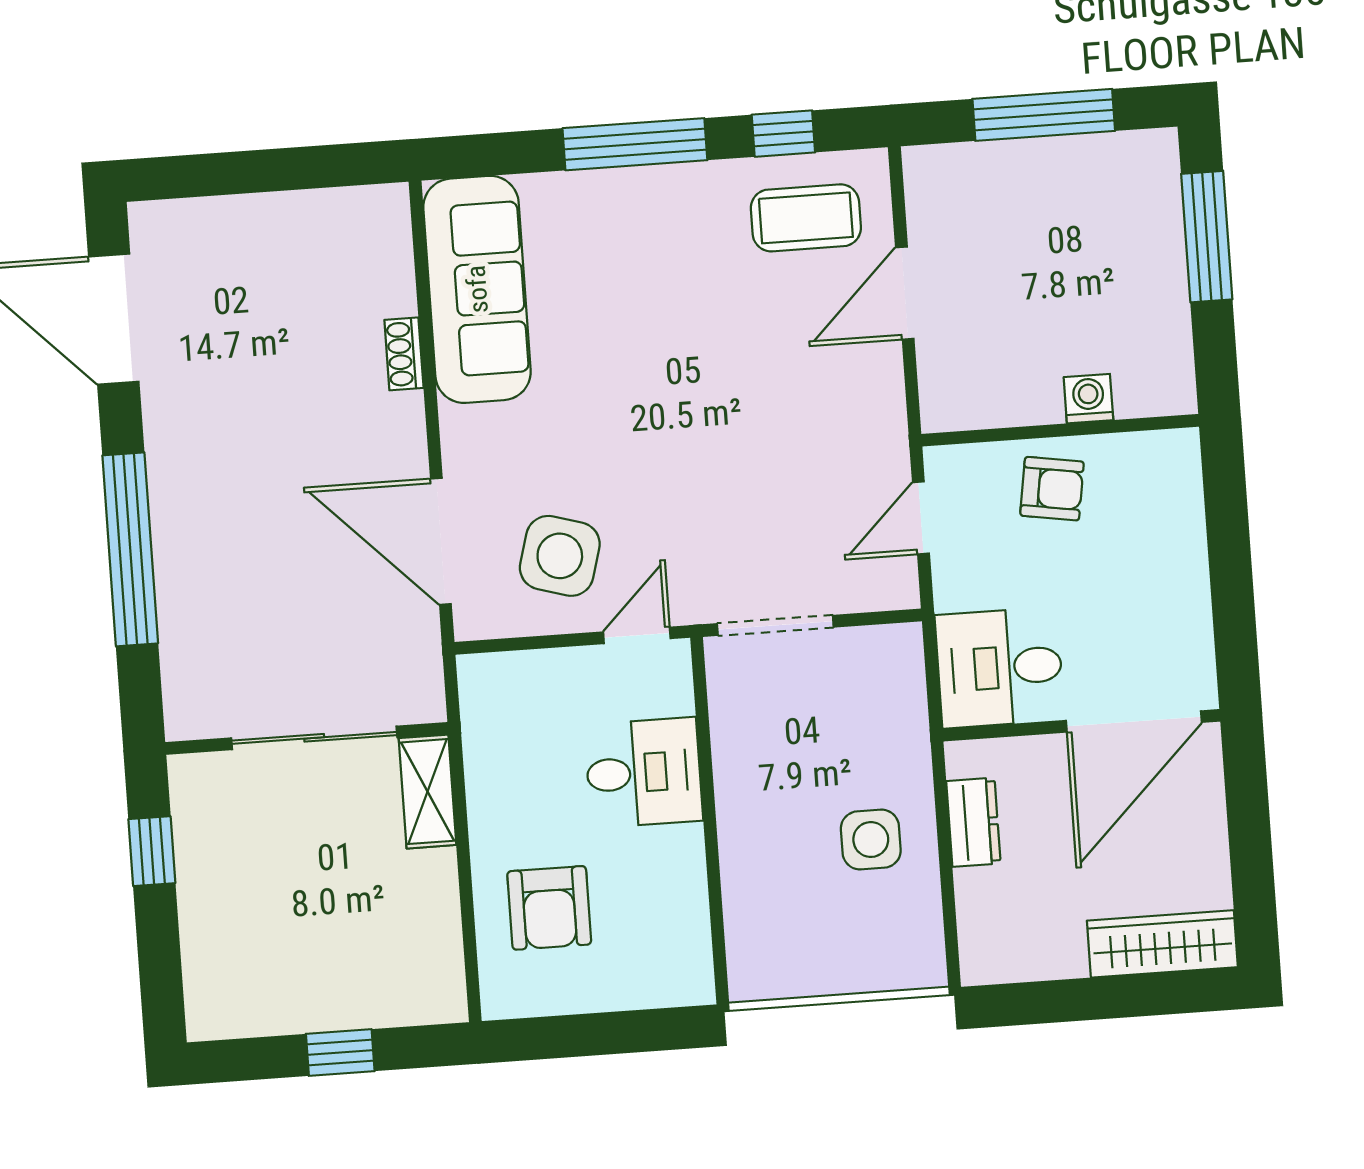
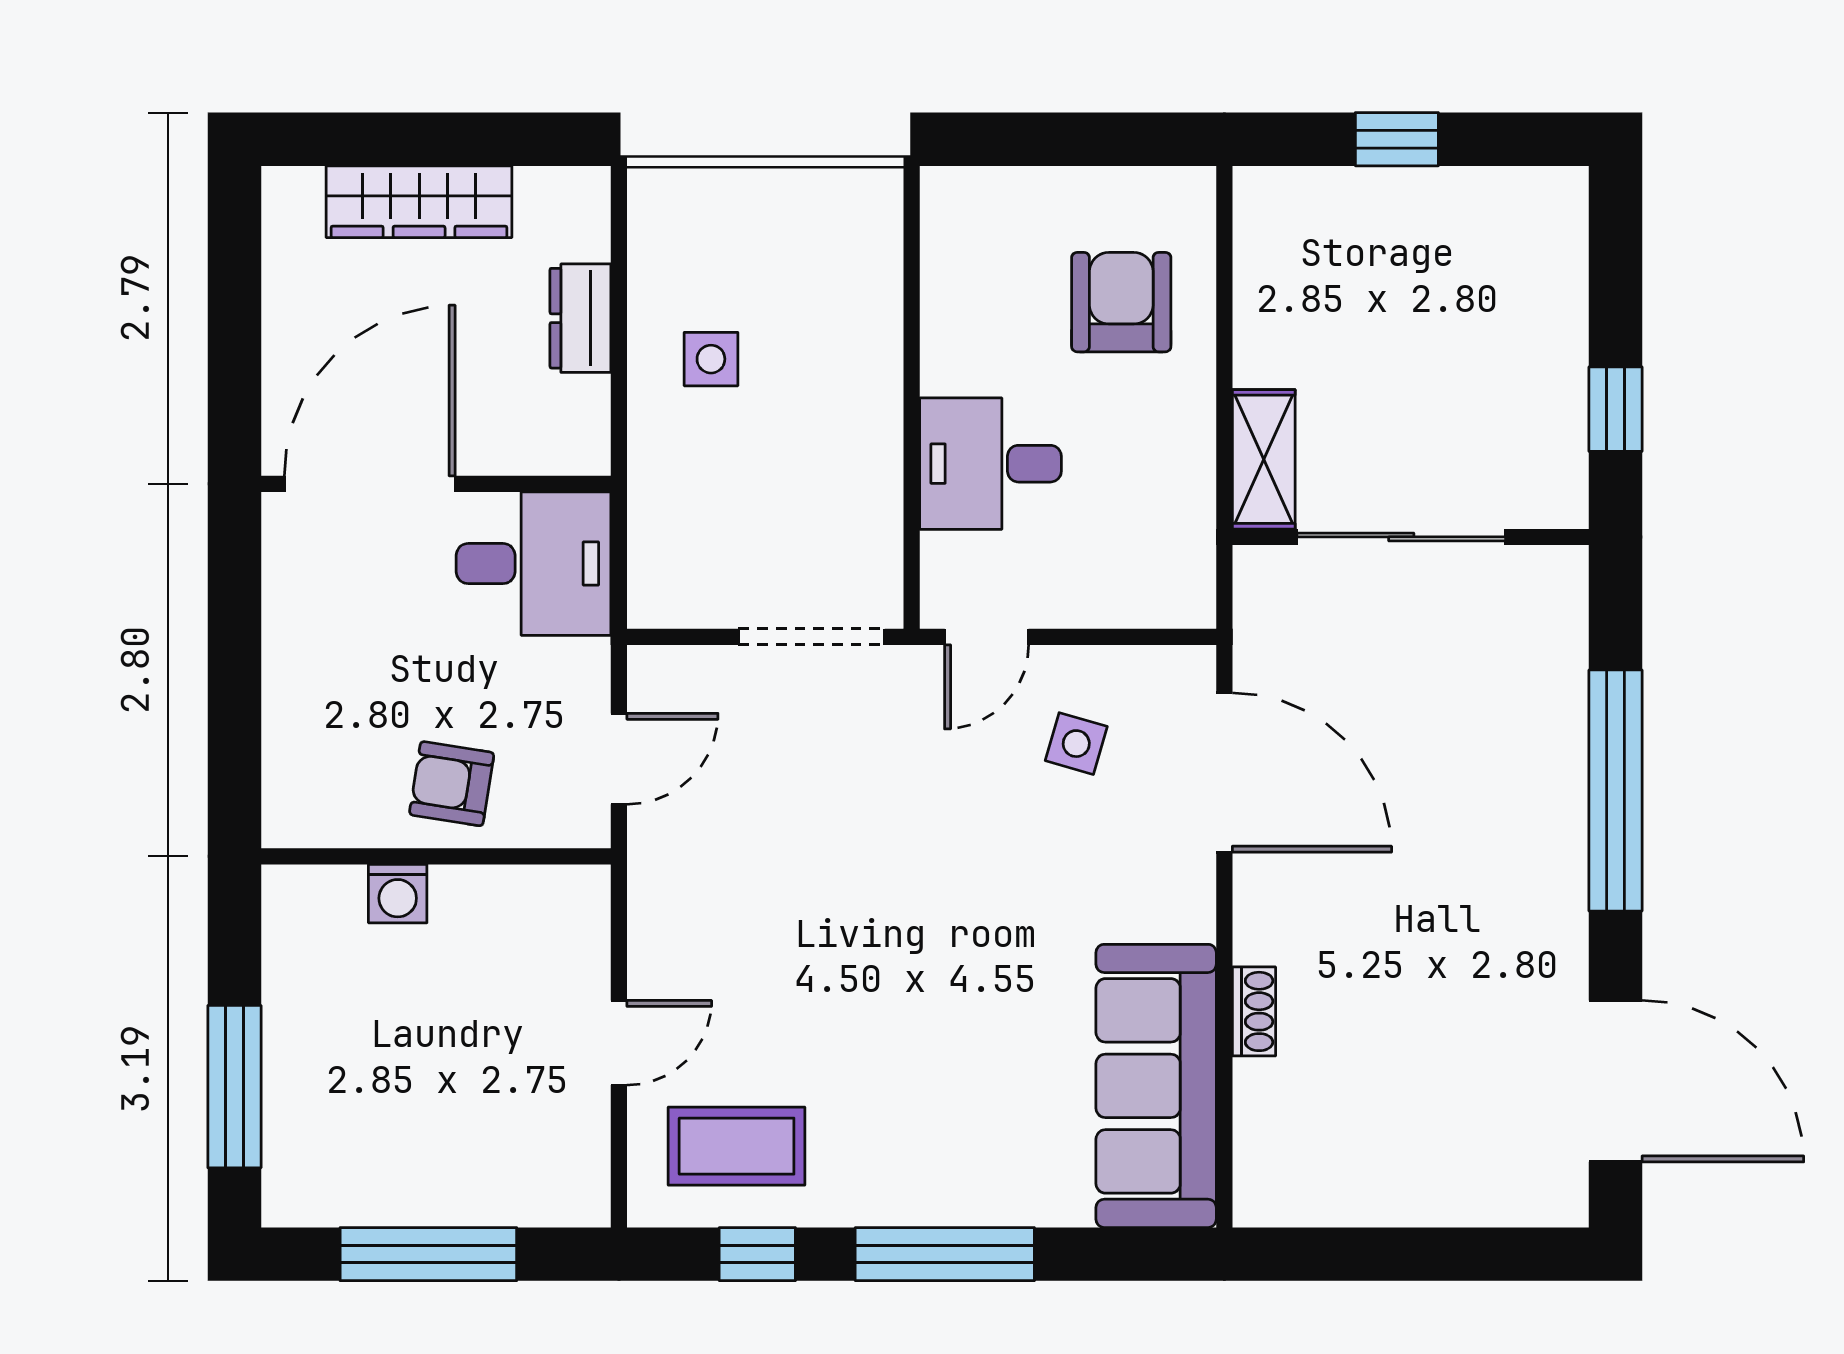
door: (905, 293) -> (619, 1043), width x0.73
side table: (560, 556) -> (1076, 744), width x0.54, depth x0.54
dresser: (973, 822) -> (580, 318), moved
side table: (871, 840) -> (711, 359), width x0.73, depth x0.73
wardrobe: (1162, 944) -> (419, 202), moved

